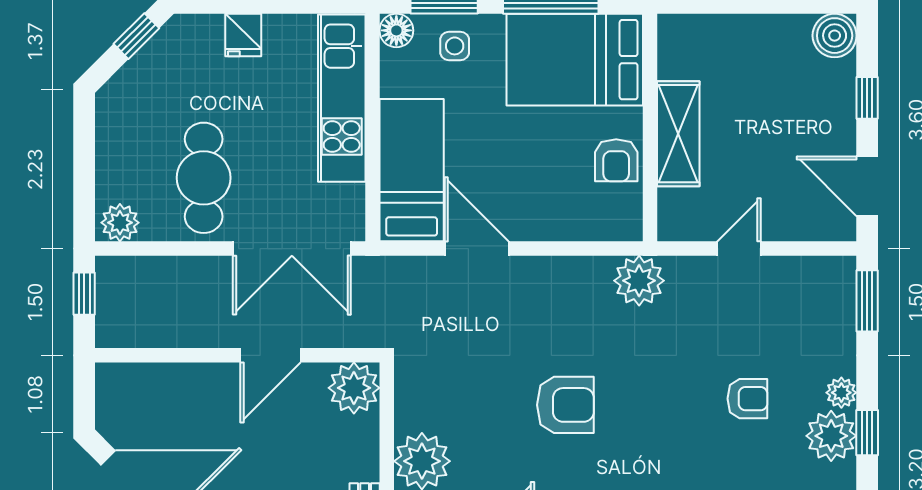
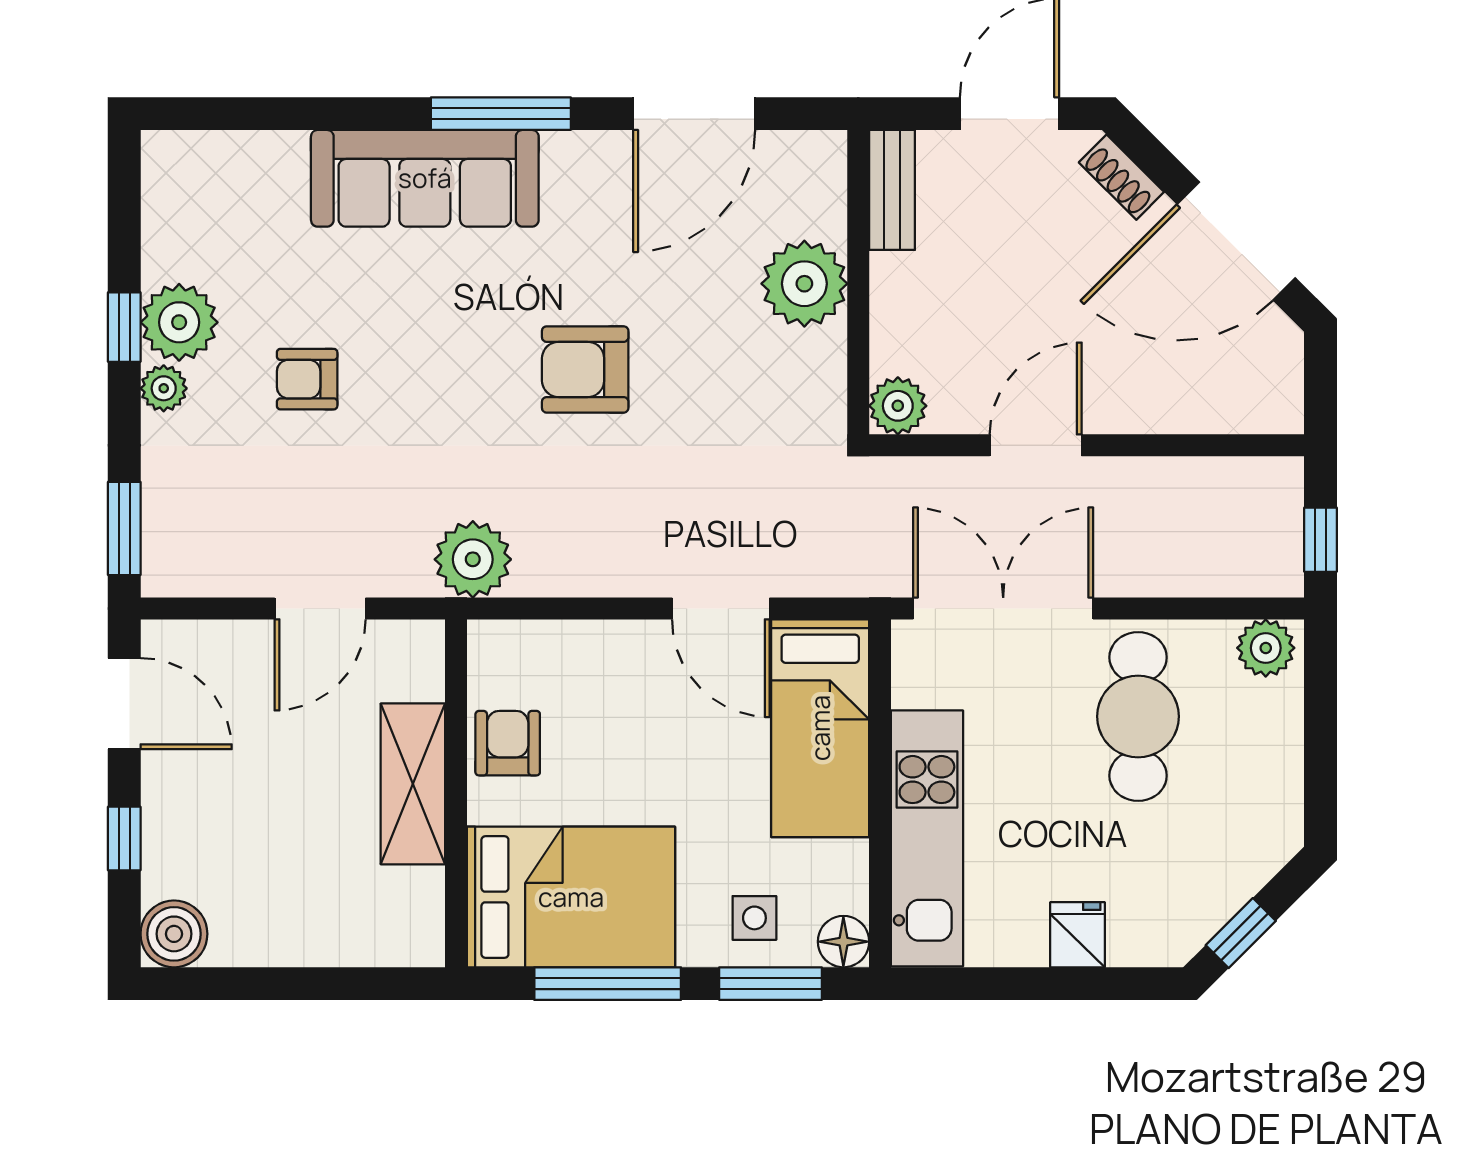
door: (739, 249) -> (320, 608), width x1.38
plant: (354, 388) -> (898, 406), width x0.73, depth x0.73

